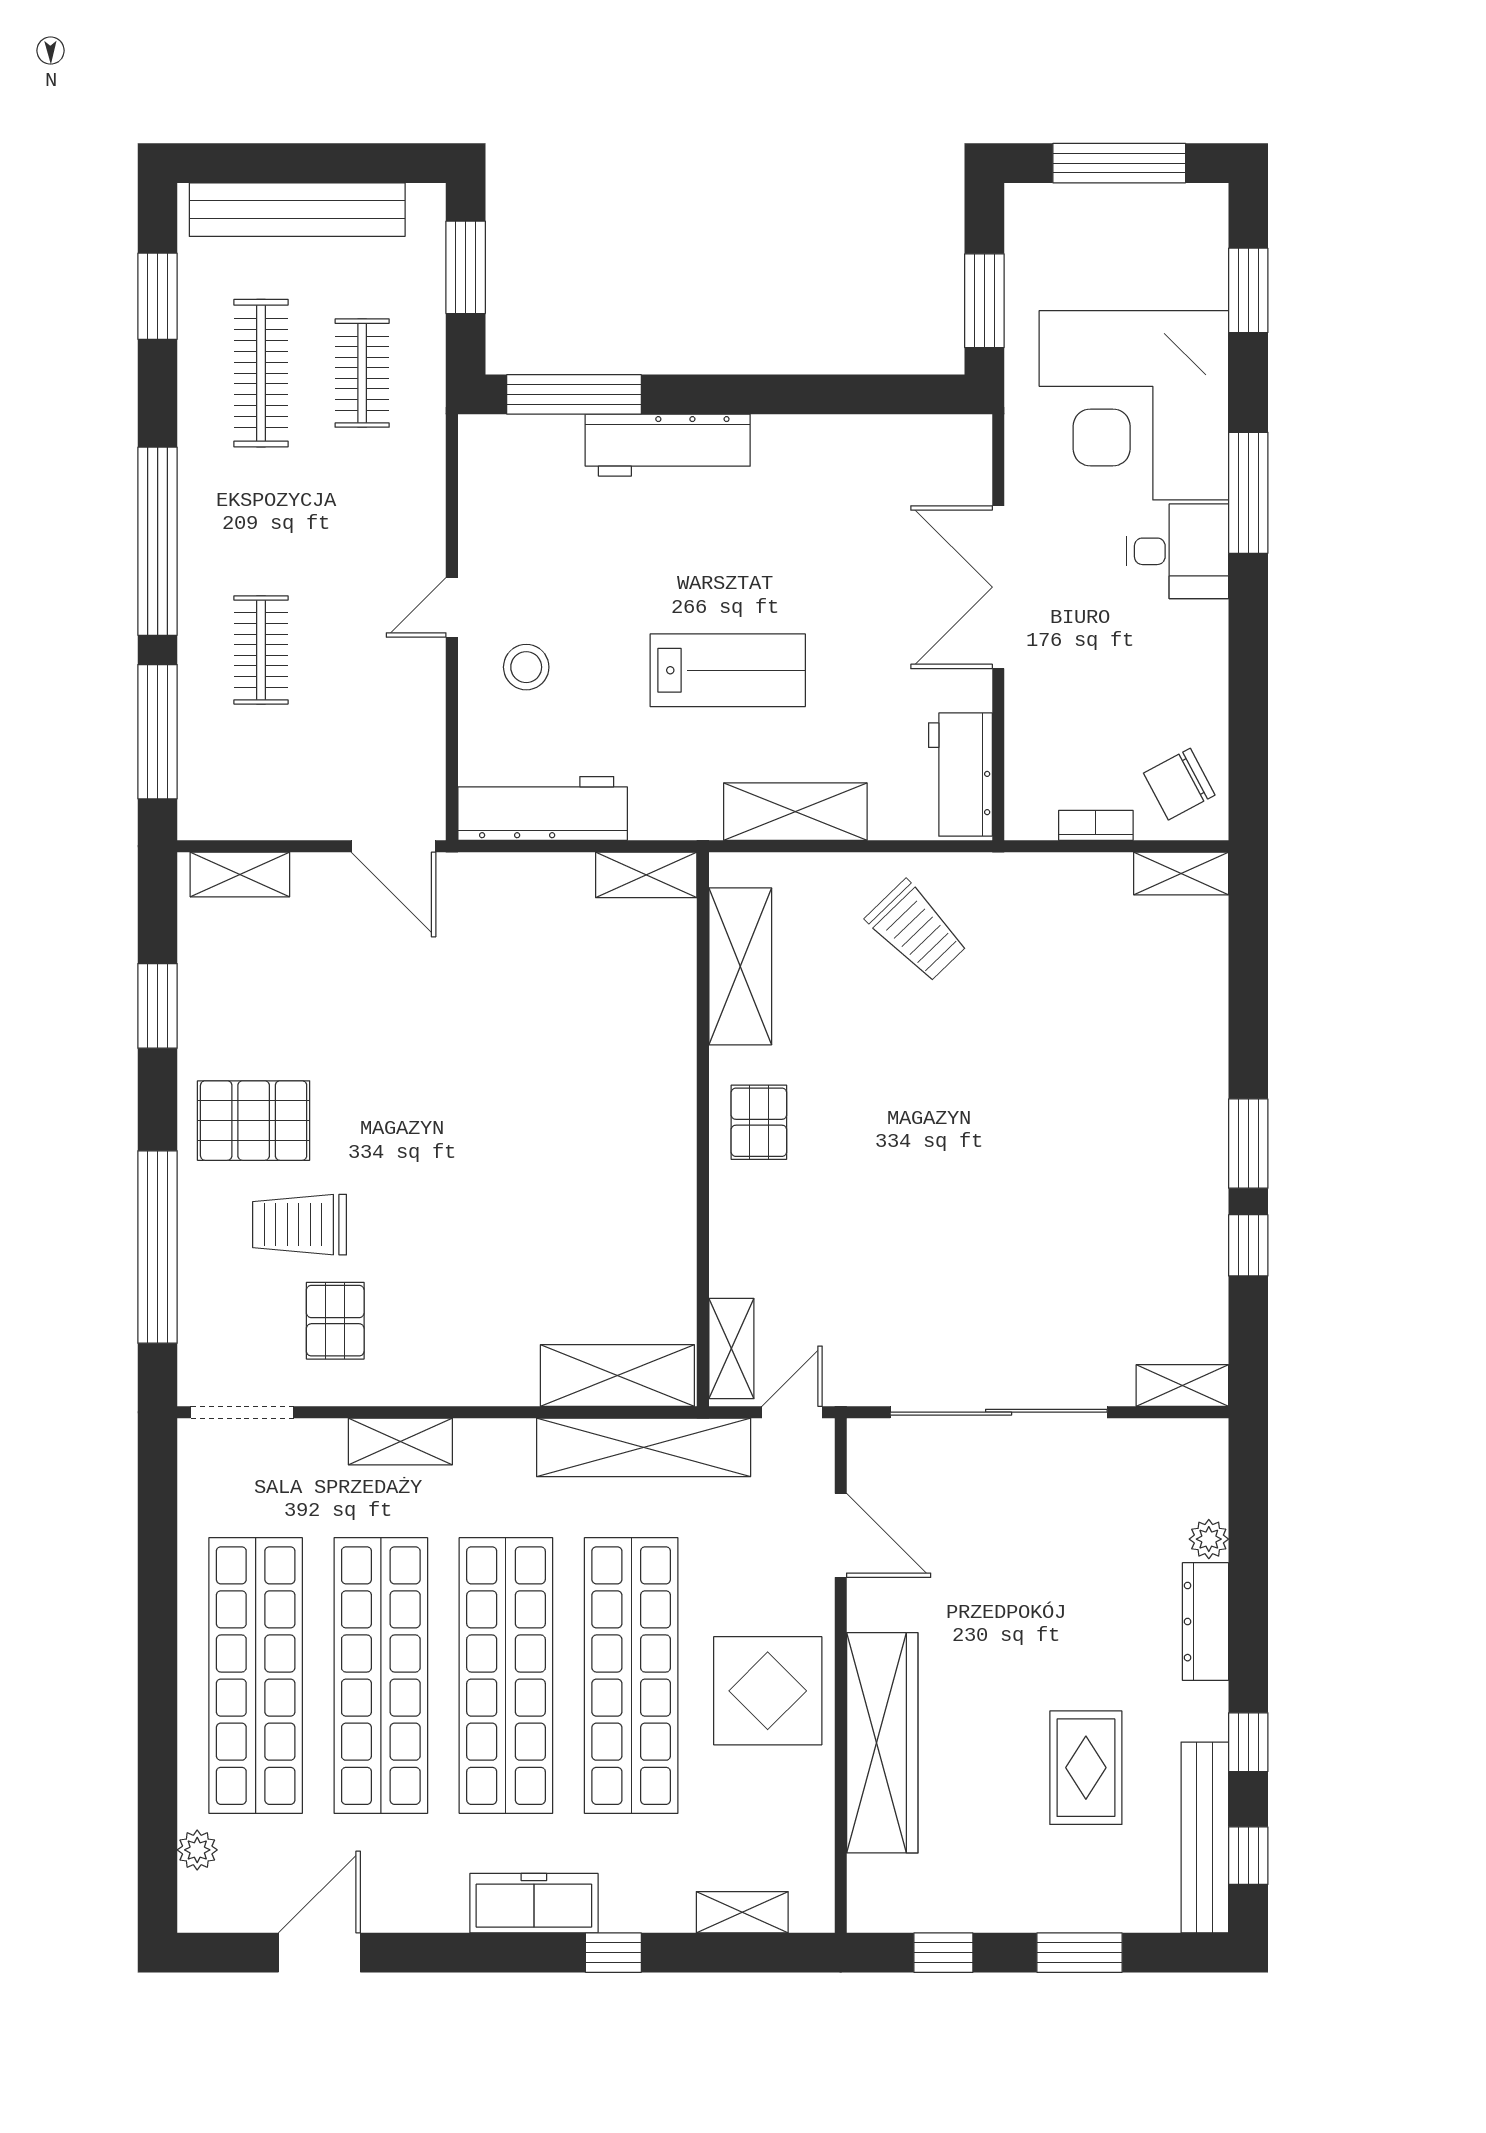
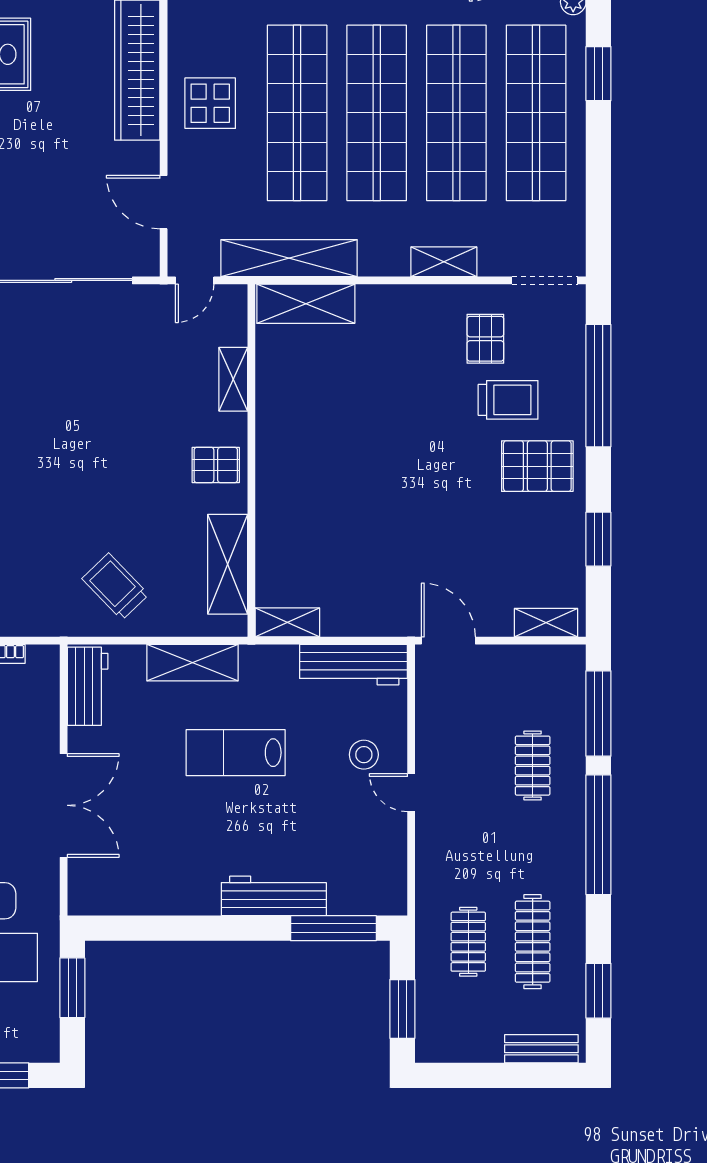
bench: (297, 210) -> (541, 1049), width x0.54, depth x0.82
door: (452, 607) -> (411, 793), swing flipped
pallet: (759, 1122) -> (216, 465), turned 90
shelving: (731, 1349) -> (233, 379), moved
display table: (768, 1691) -> (210, 103), width x0.73, depth x0.73
window: (158, 1737) -> (598, 74), added

